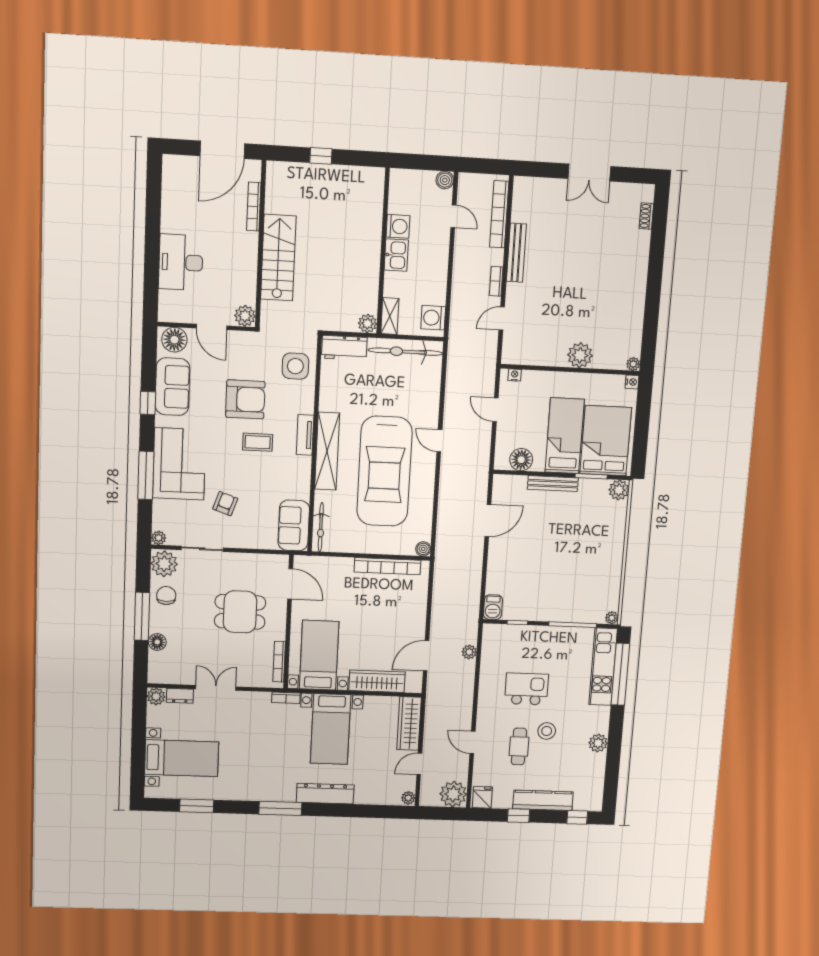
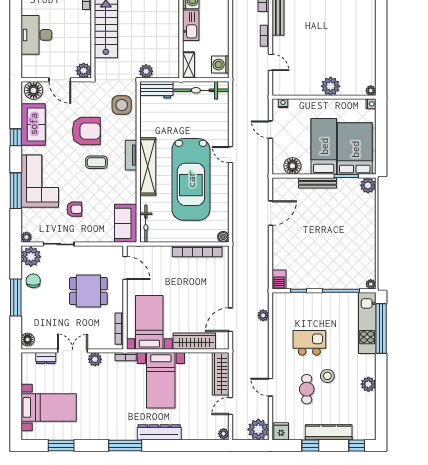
kitchen sink: (396, 255) -> (191, 25), width x1.38
door: (502, 318) -> (271, 62), swing flipped
plant: (368, 324) -> (146, 71), moved
armchair: (225, 504) -> (74, 209), turned 71
floor lamp: (157, 642) -> (28, 340), moved
plant: (156, 696) -> (95, 359), moved

